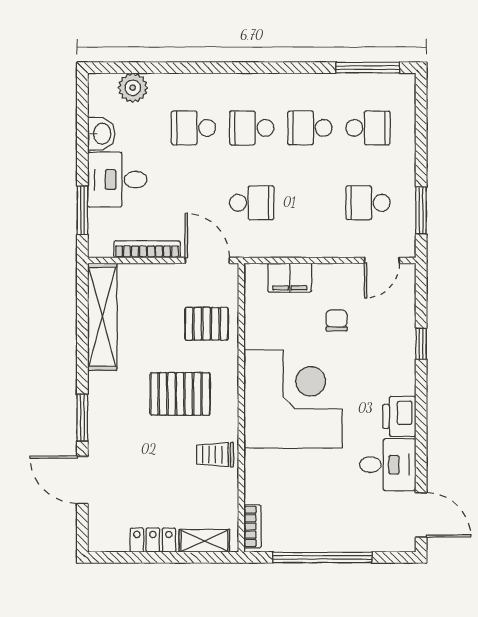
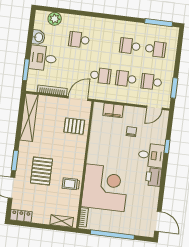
school desk: (252, 128) -> (126, 79), moved
door: (207, 260) -> (78, 98), hinge flipped
pallet: (180, 394) -> (41, 171), moved, turned 90
corner desk: (293, 399) -> (105, 188), moved
desk: (388, 465) -> (151, 155), moved
locker: (153, 540) -> (21, 216), moved

